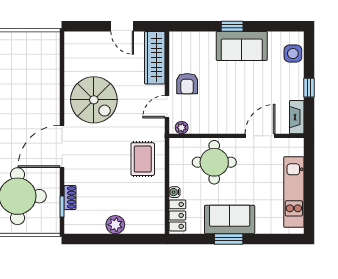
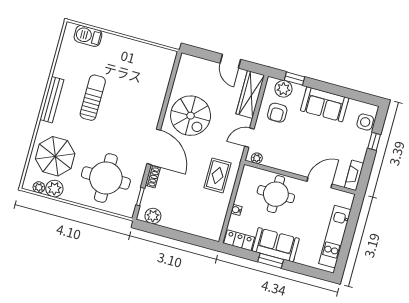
window: (232, 26) -> (294, 79), moved
plant: (191, 41) -> (283, 89), added
armchair: (187, 84) -> (277, 113), moved
window: (309, 88) -> (374, 141), moved
door: (62, 146) -> (154, 147), swing flipped
shoe rack: (70, 197) -> (153, 177), moved
locker: (177, 215) -> (239, 240), moved, turned -90
plant: (115, 225) -> (153, 216), moved

